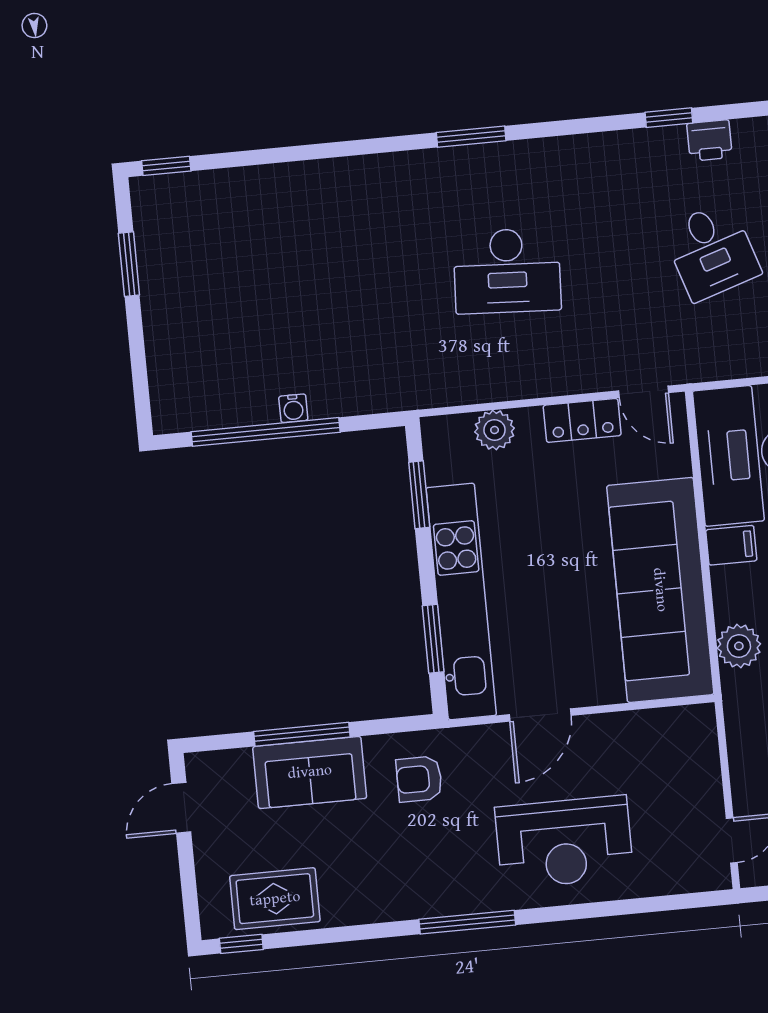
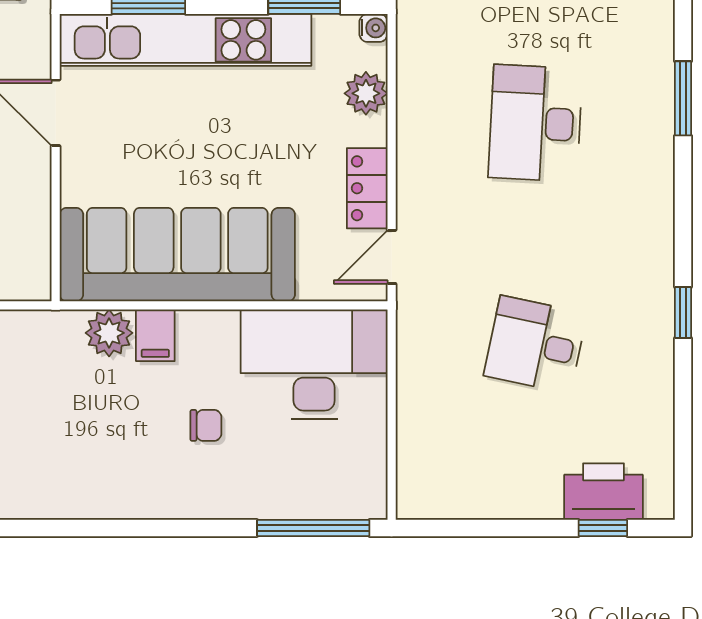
printer: (709, 140) -> (654, 354), removed
desk: (712, 251) -> (535, 345), turned 30
water cooler: (433, 429) -> (373, 28), added
filing cabinet: (731, 545) -> (155, 335), moved

